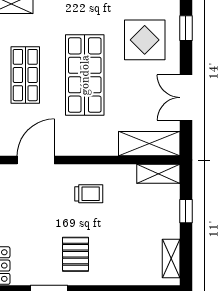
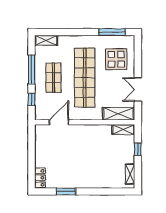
window: (186, 28) -> (138, 53), removed
shop shelf: (85, 75) -> (85, 78), width x1.40
trolley: (89, 194) -> (87, 140), removed
pallet: (76, 254) -> (80, 172), removed

